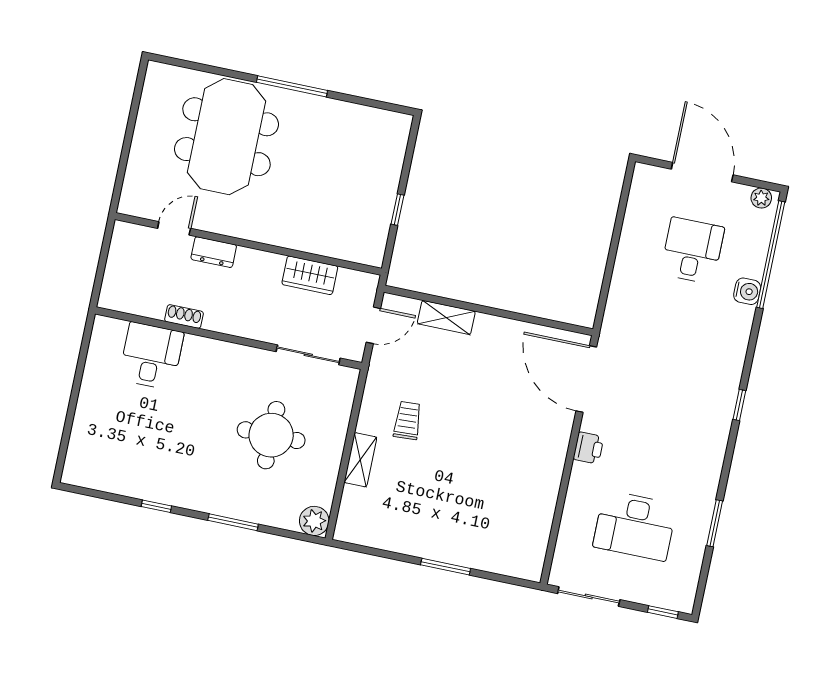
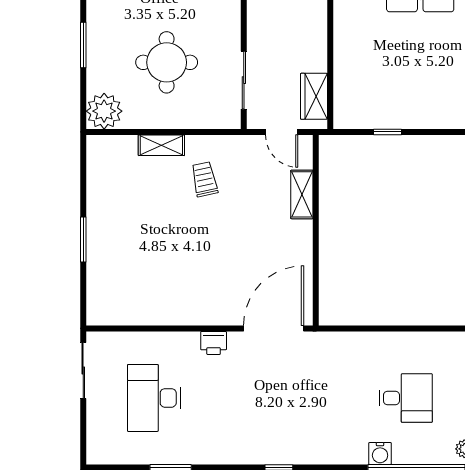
wardrobe: (310, 275) -> (314, 96), moved
trolley: (407, 420) -> (204, 179), turned -99
plant: (314, 521) -> (104, 111), width x1.36, depth x1.36
window: (663, 612) -> (83, 438), removed

